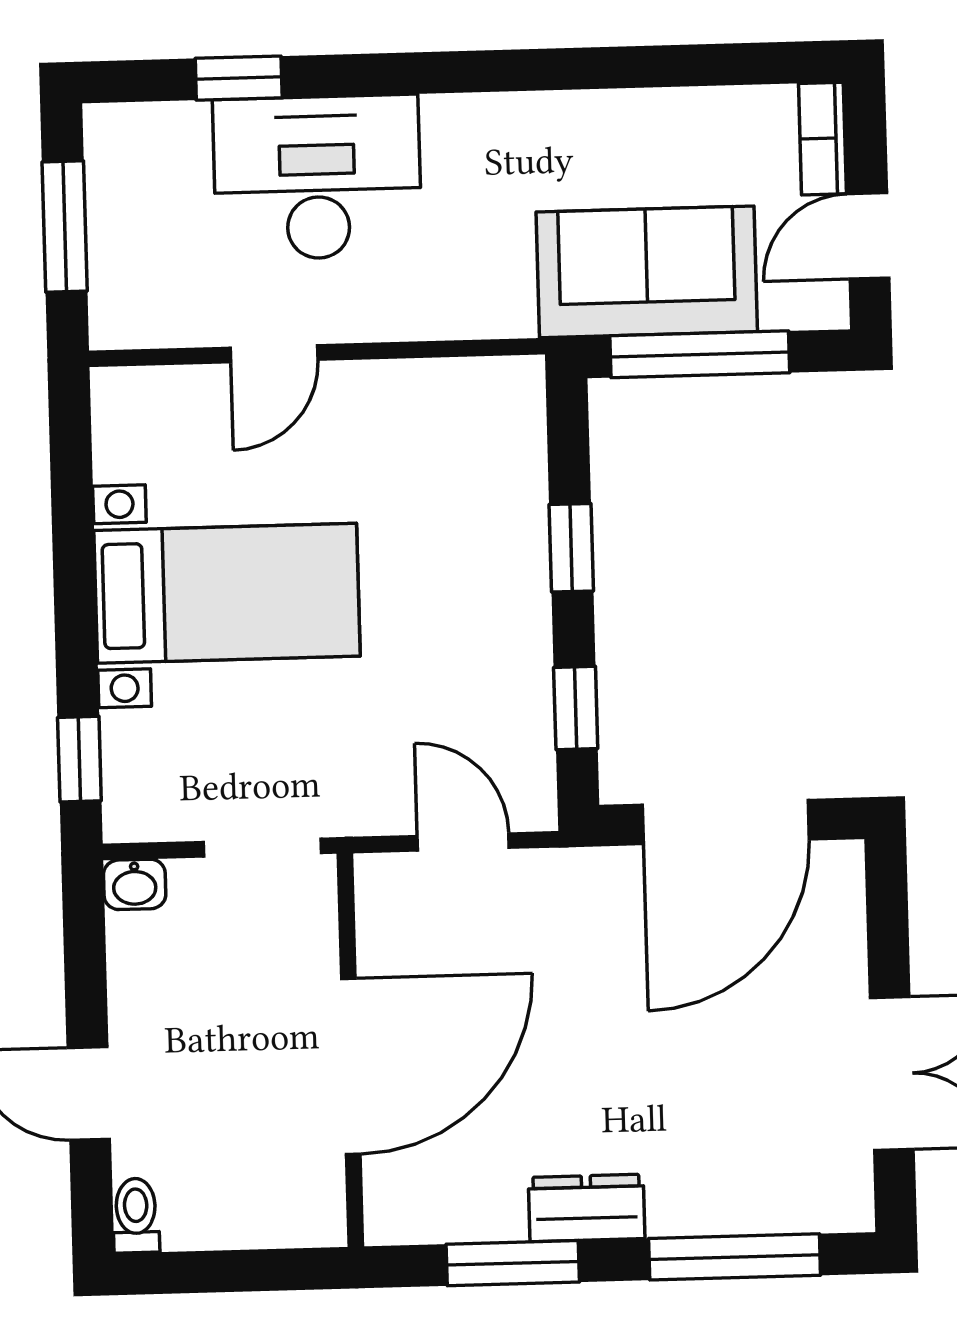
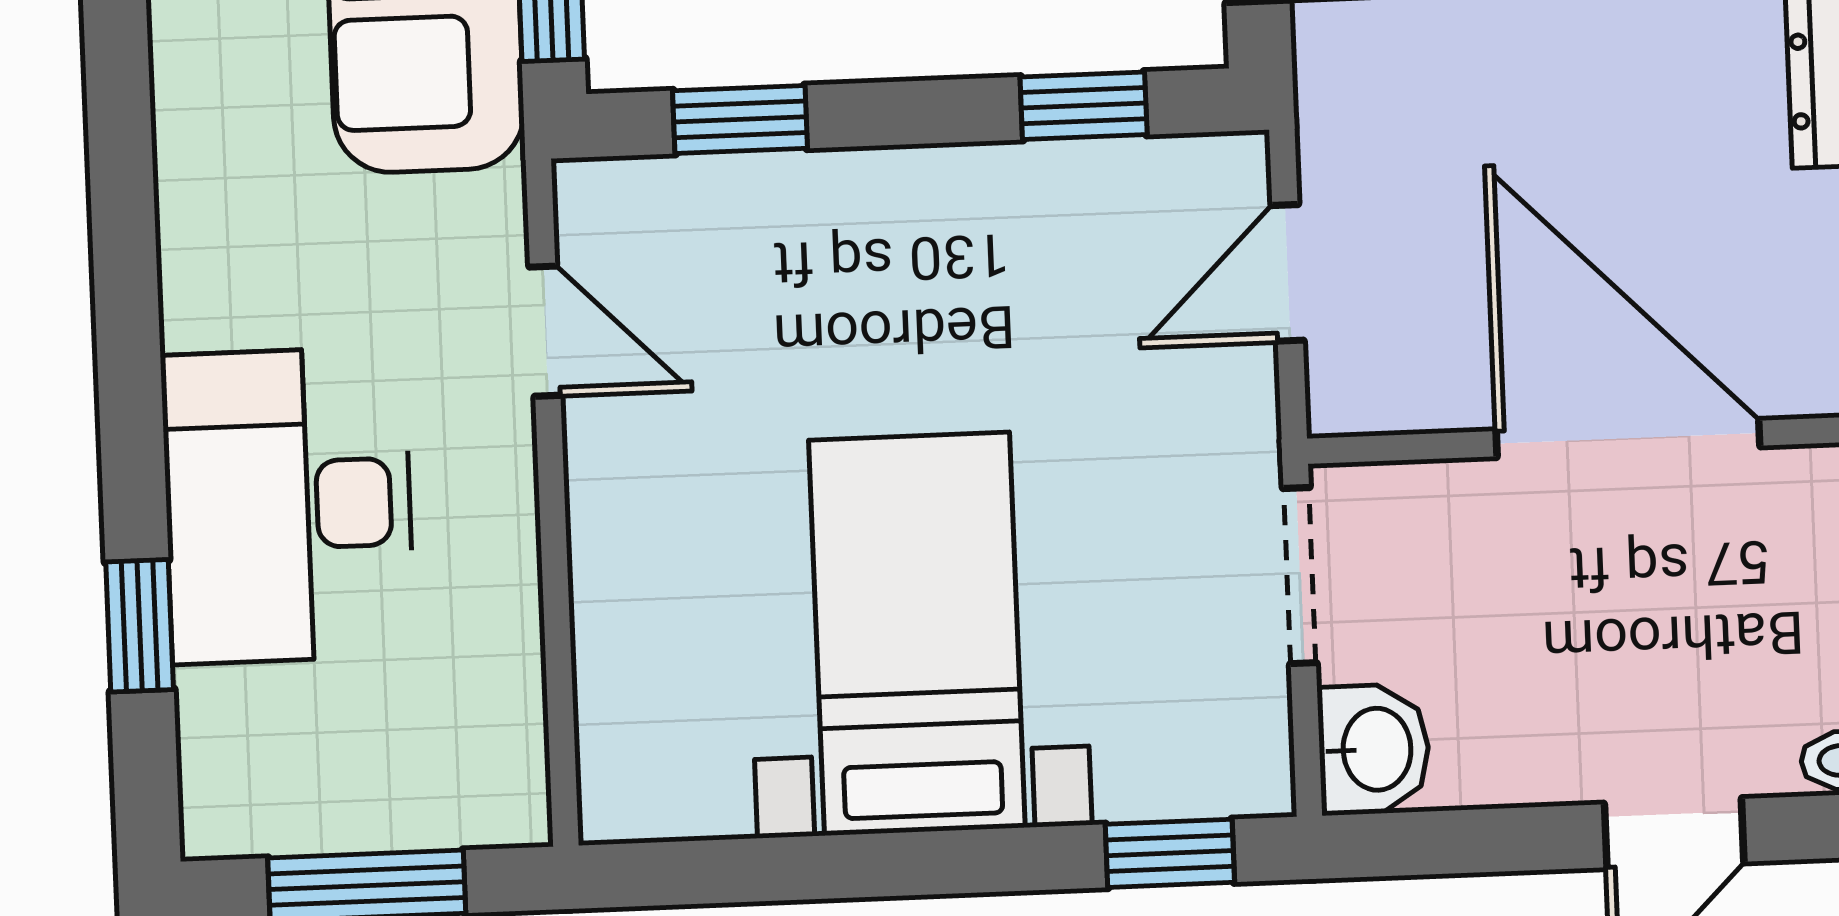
door: (274, 354) -> (545, 331), moved
window: (571, 548) -> (740, 120), moved
washbasin: (135, 884) -> (1374, 749), width x1.38, depth x1.45

